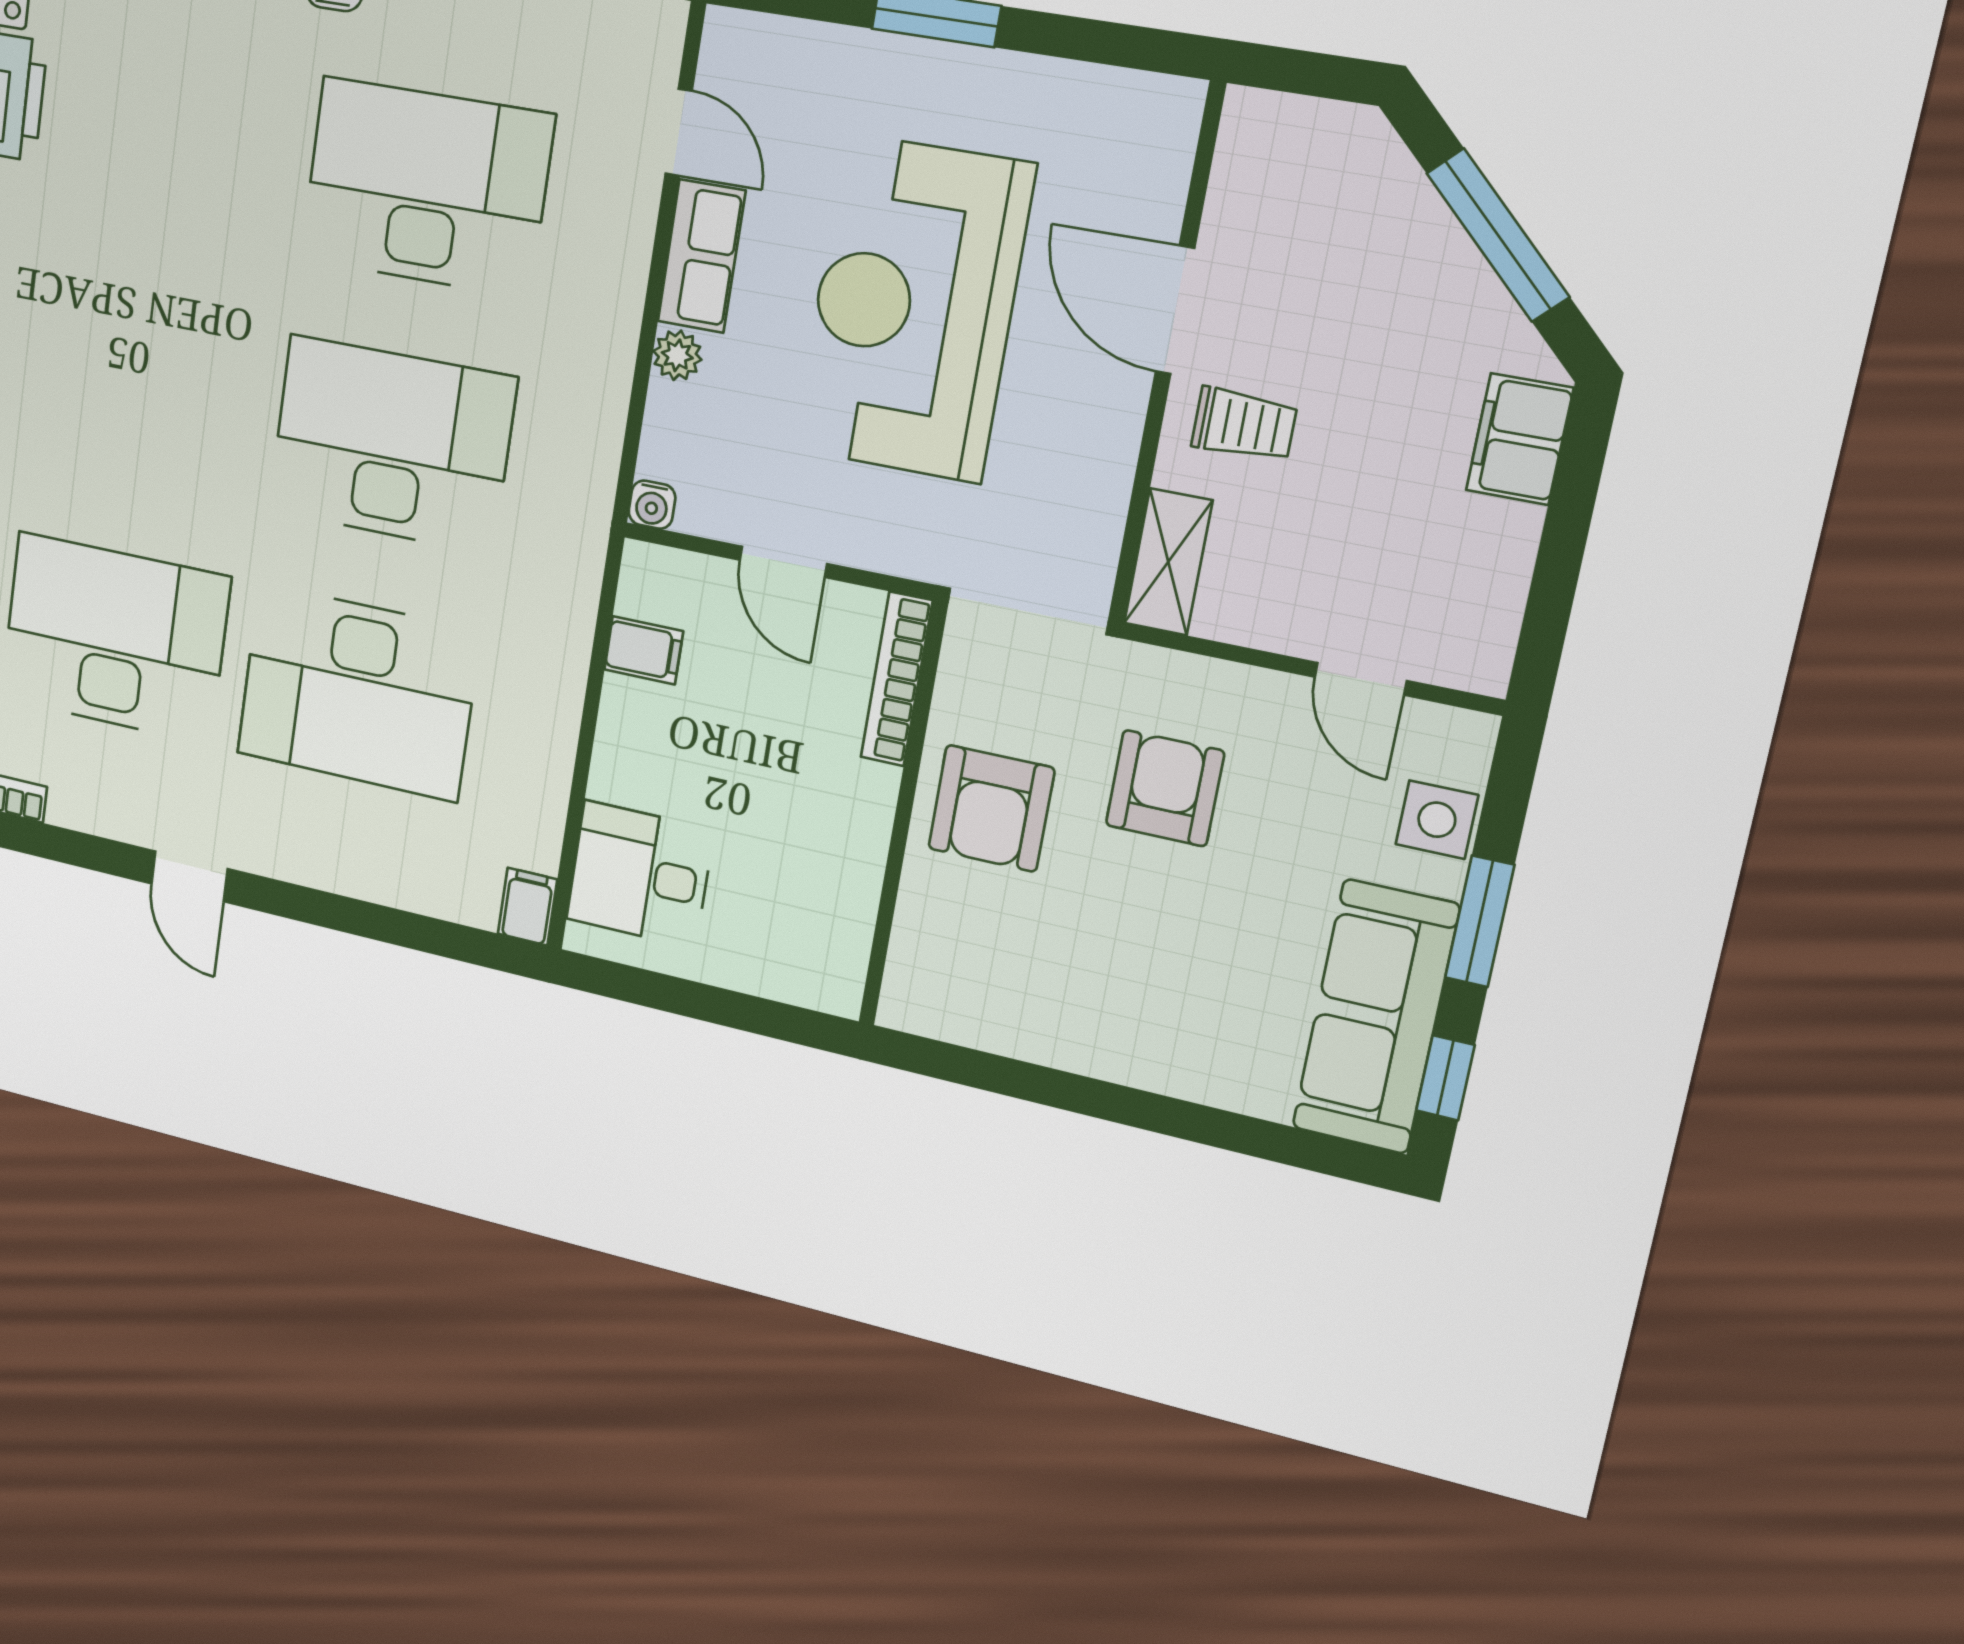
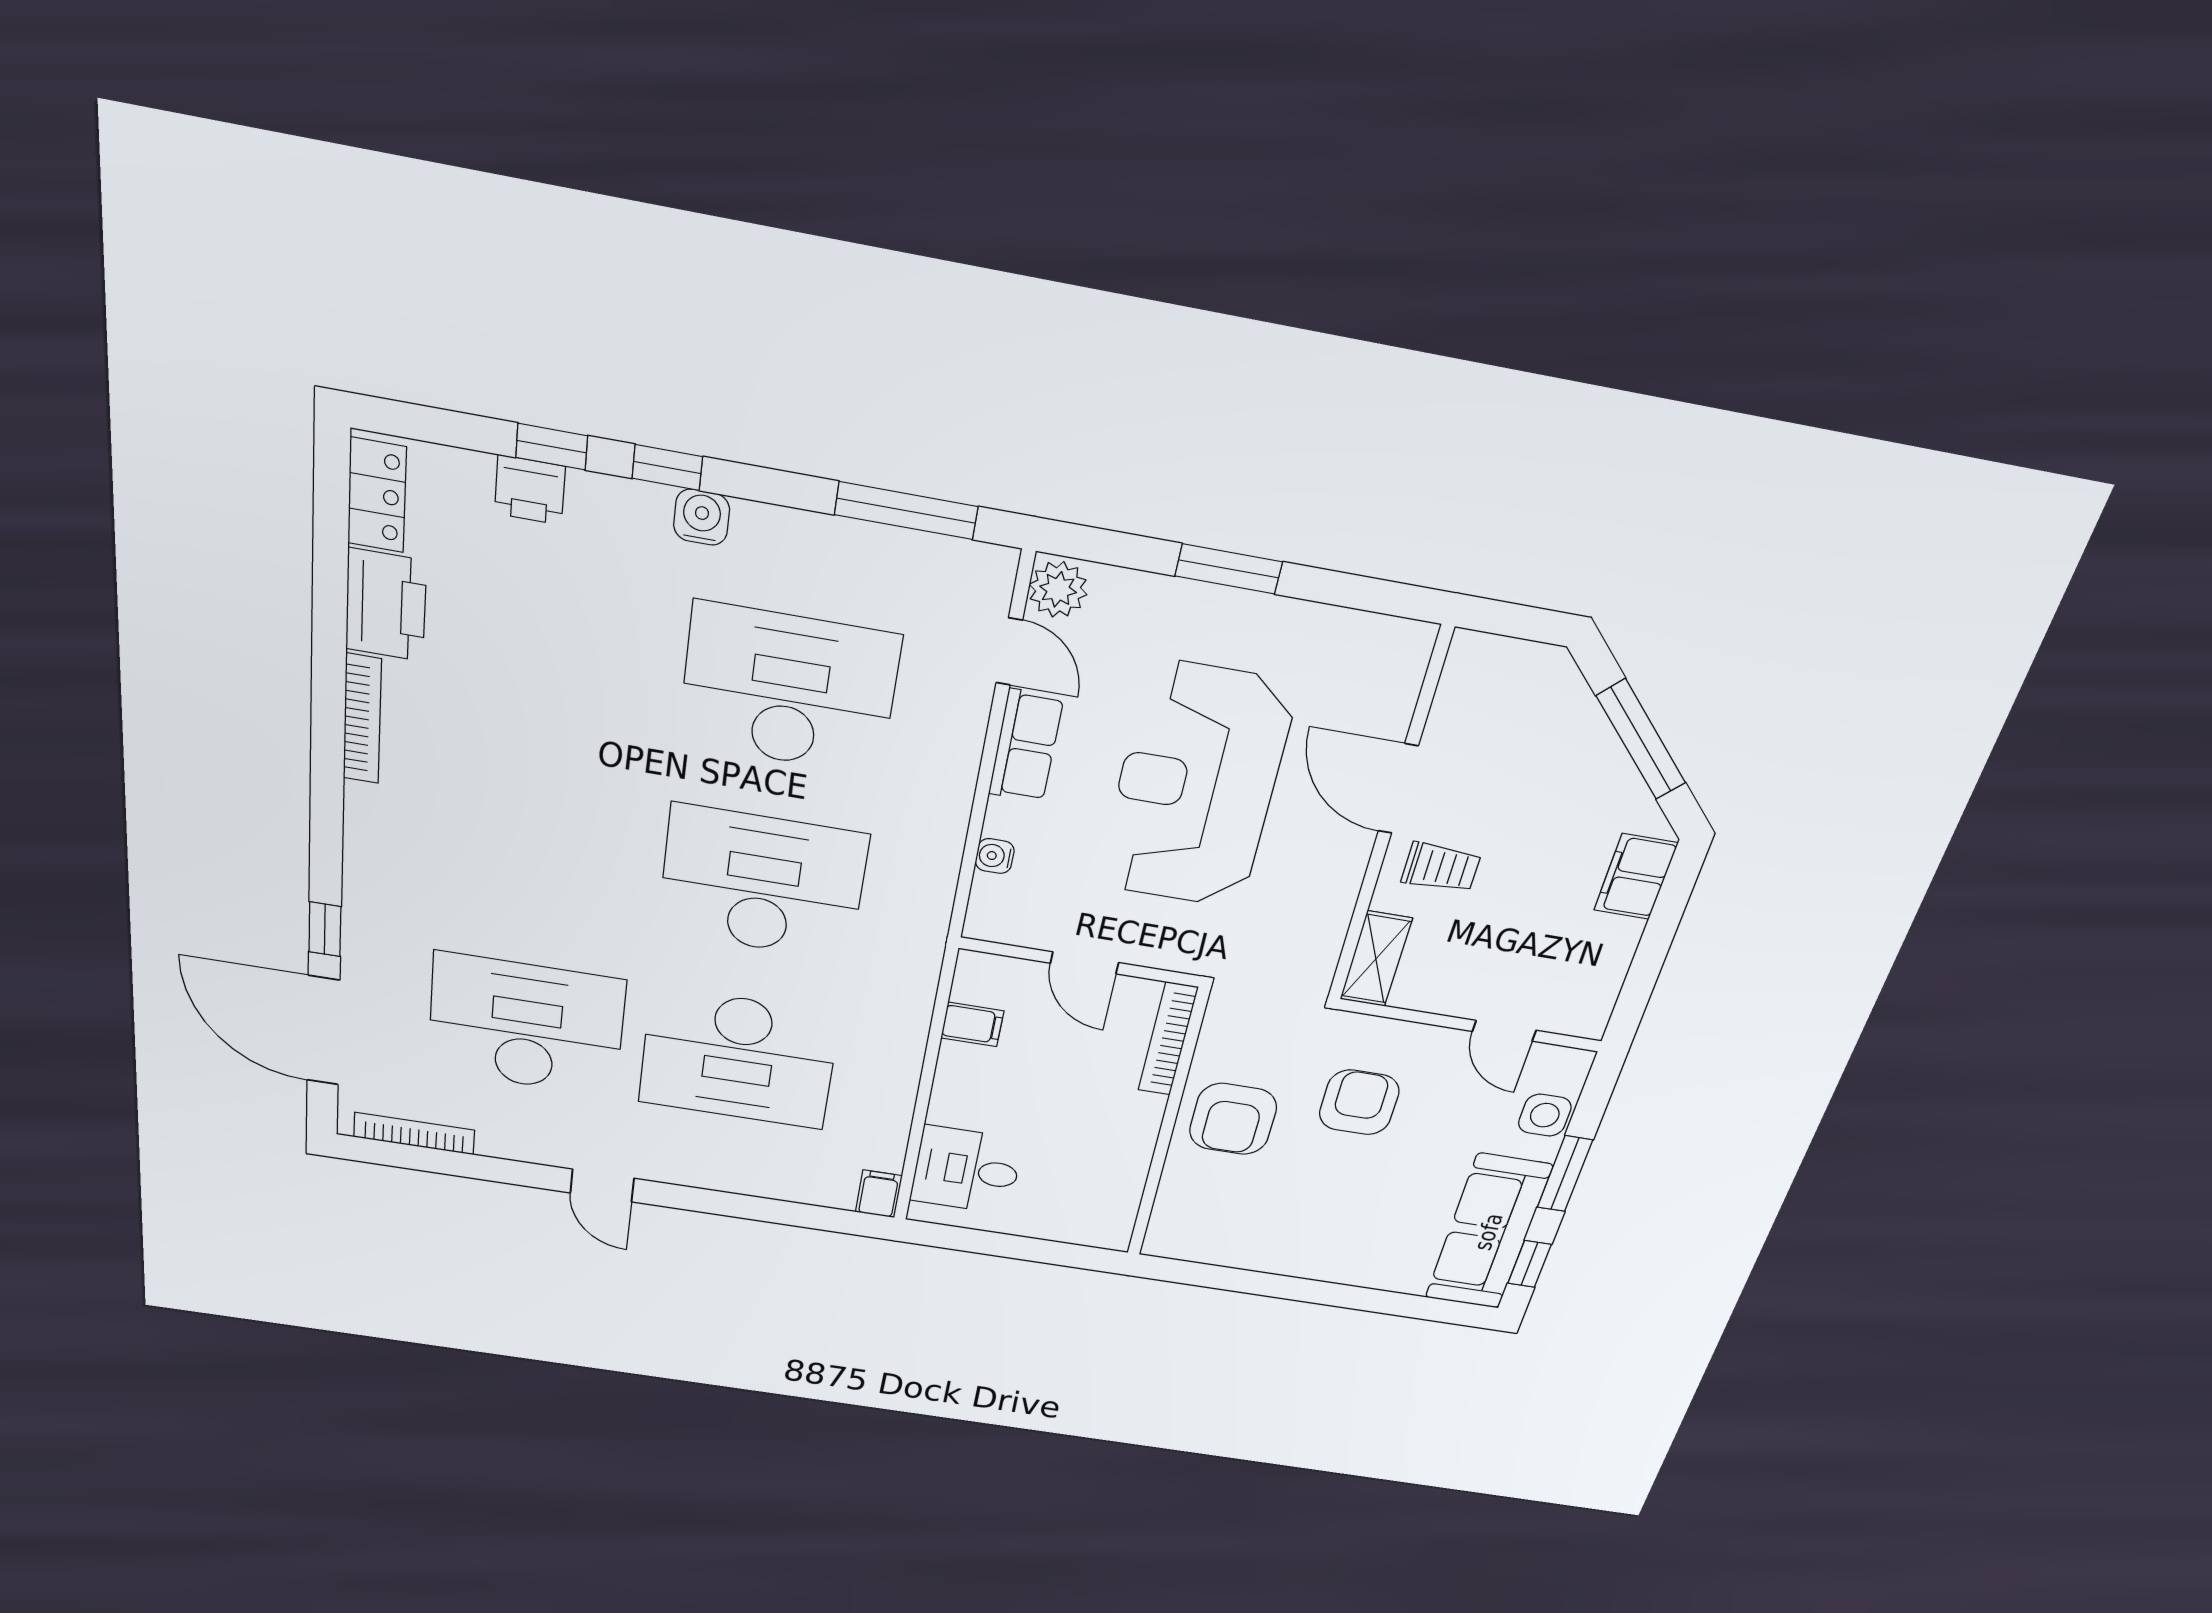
plant: (677, 355) -> (1058, 589), moved, width x1.38, depth x1.38
water cooler: (652, 505) -> (995, 856), moved, turned 90

